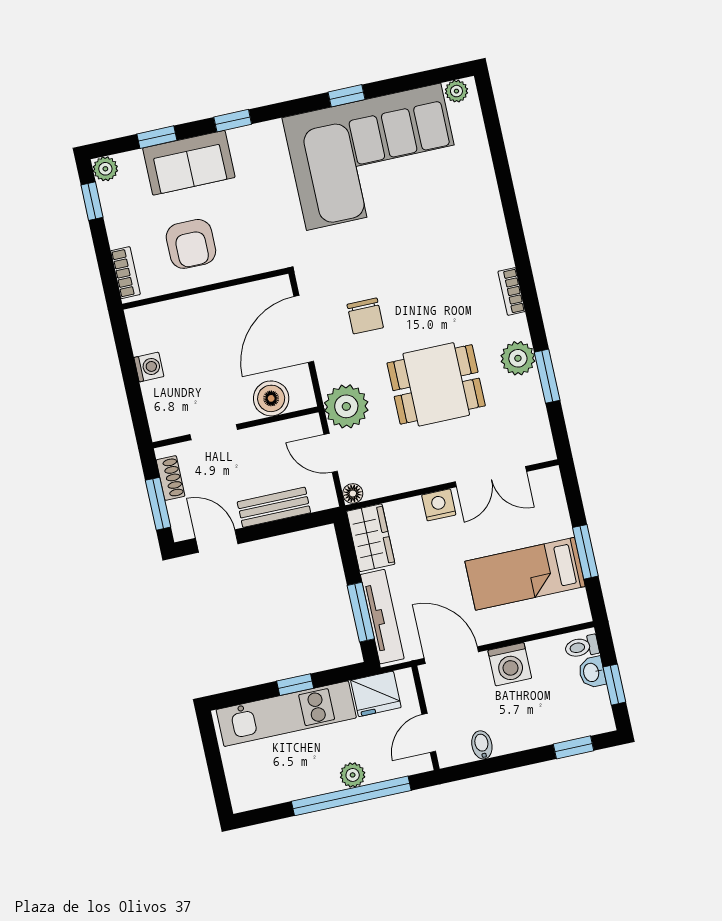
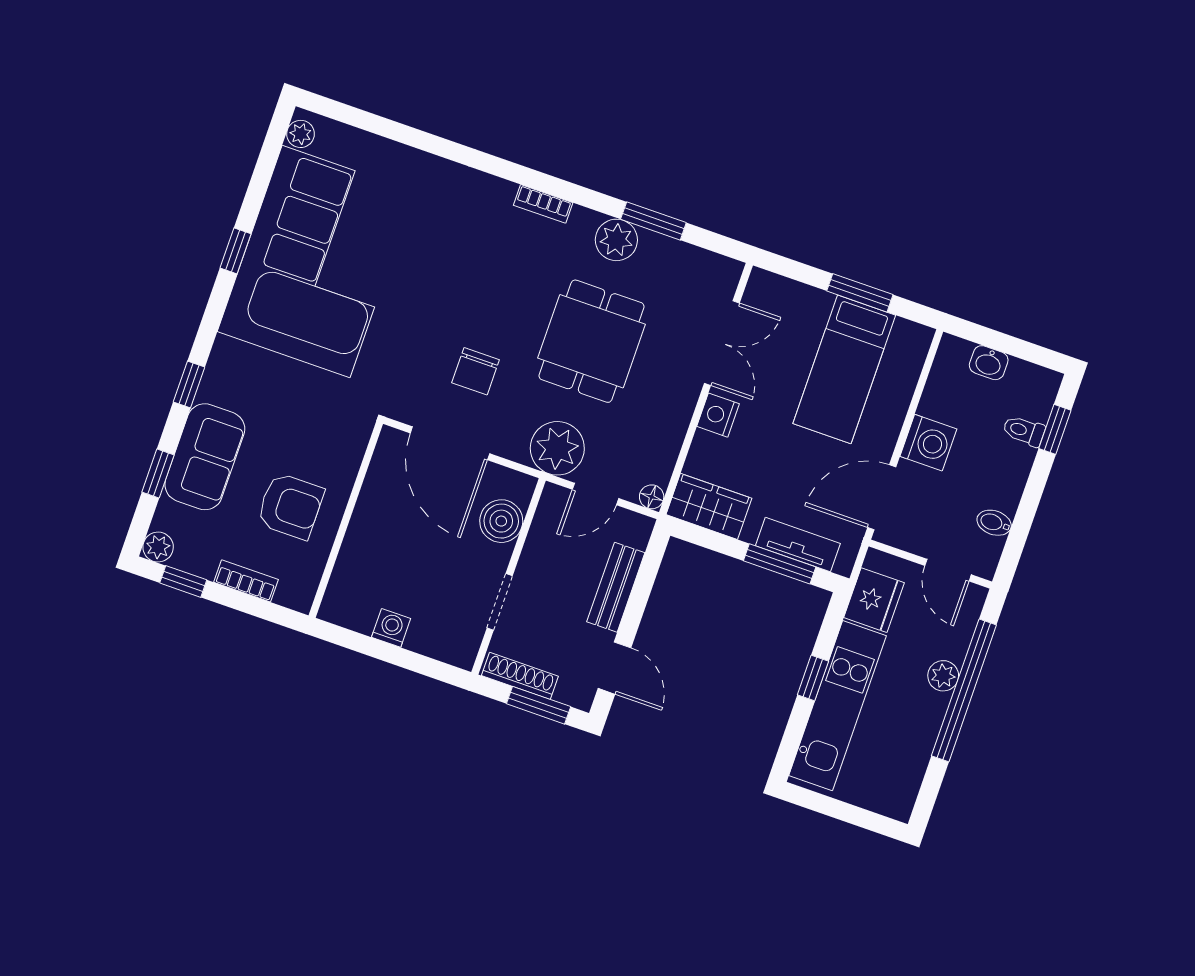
bookcase: (125, 273) -> (246, 581), moved
chair: (365, 316) -> (476, 371), turned 90
shoe rack: (171, 478) -> (520, 676), width x1.43
door: (217, 541) -> (614, 668), swing flipped
tv unit: (382, 617) -> (798, 545), width x0.71
toilet: (582, 647) -> (1024, 431), moved, turned 90
window: (614, 685) -> (1016, 347), removed

